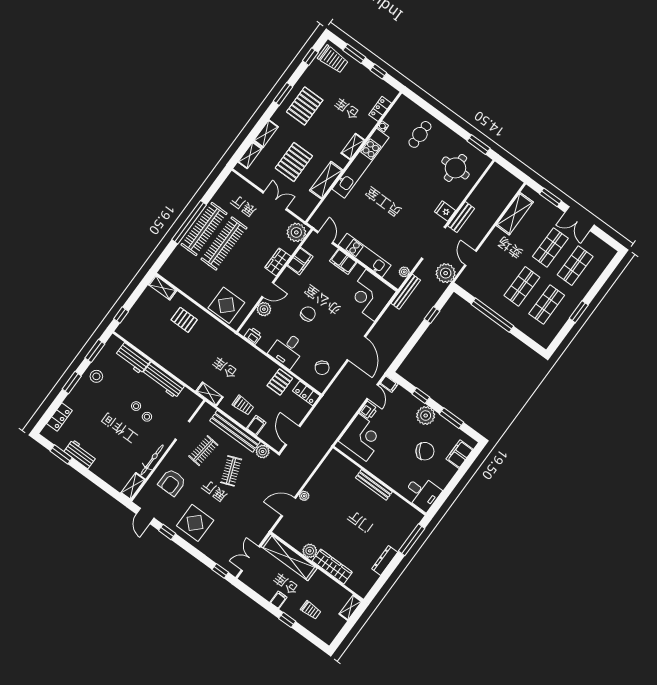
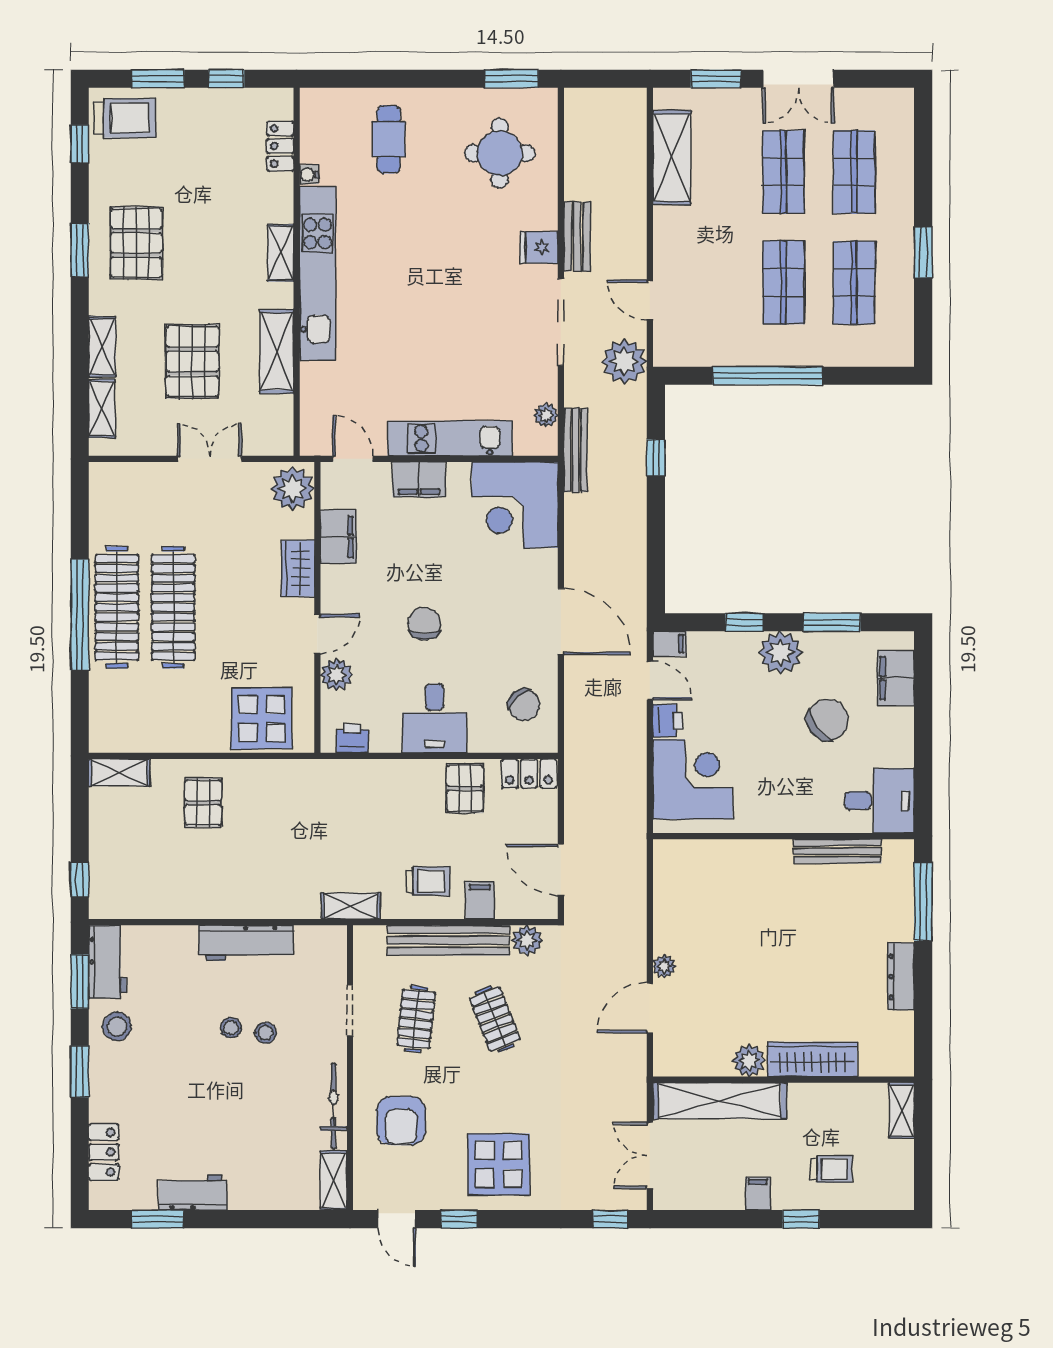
pallet: (184, 320) -> (203, 803), turned 90
workbench: (133, 358) -> (108, 962), moved, turned -90
bench: (374, 485) -> (838, 851), moved

